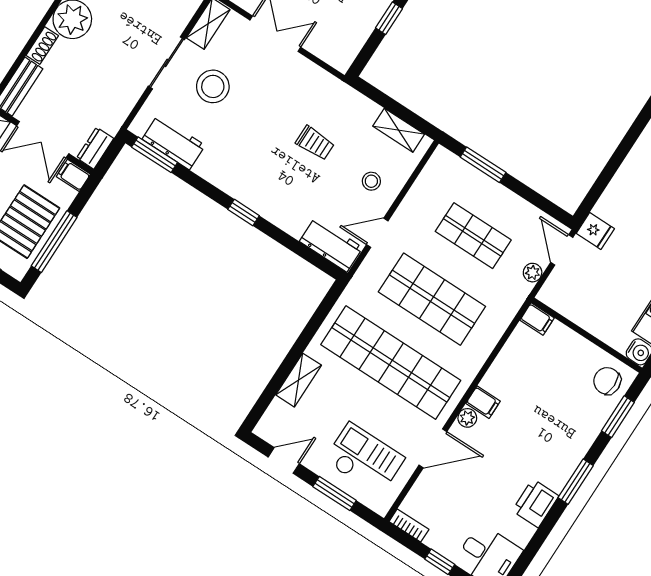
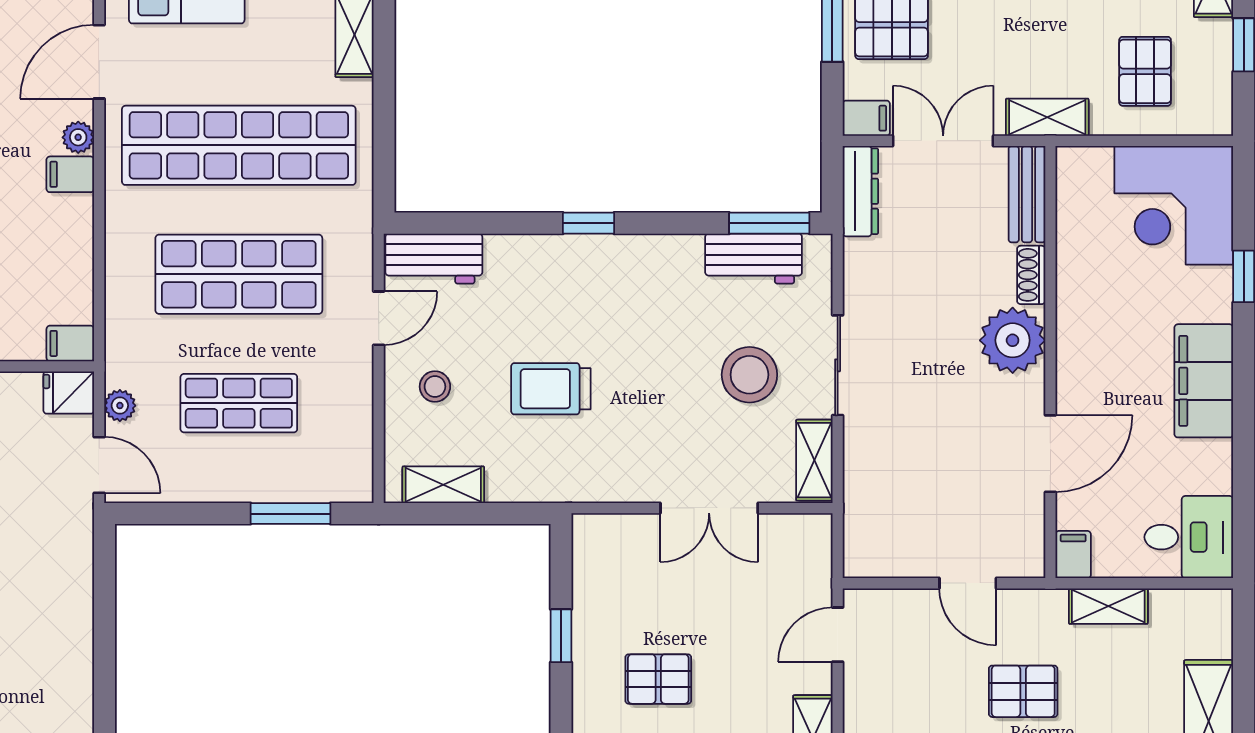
trolley: (315, 143) -> (551, 389), width x1.36, depth x1.39
dresser: (95, 148) -> (860, 191), width x1.44
fridge: (595, 231) -> (69, 393), moved

